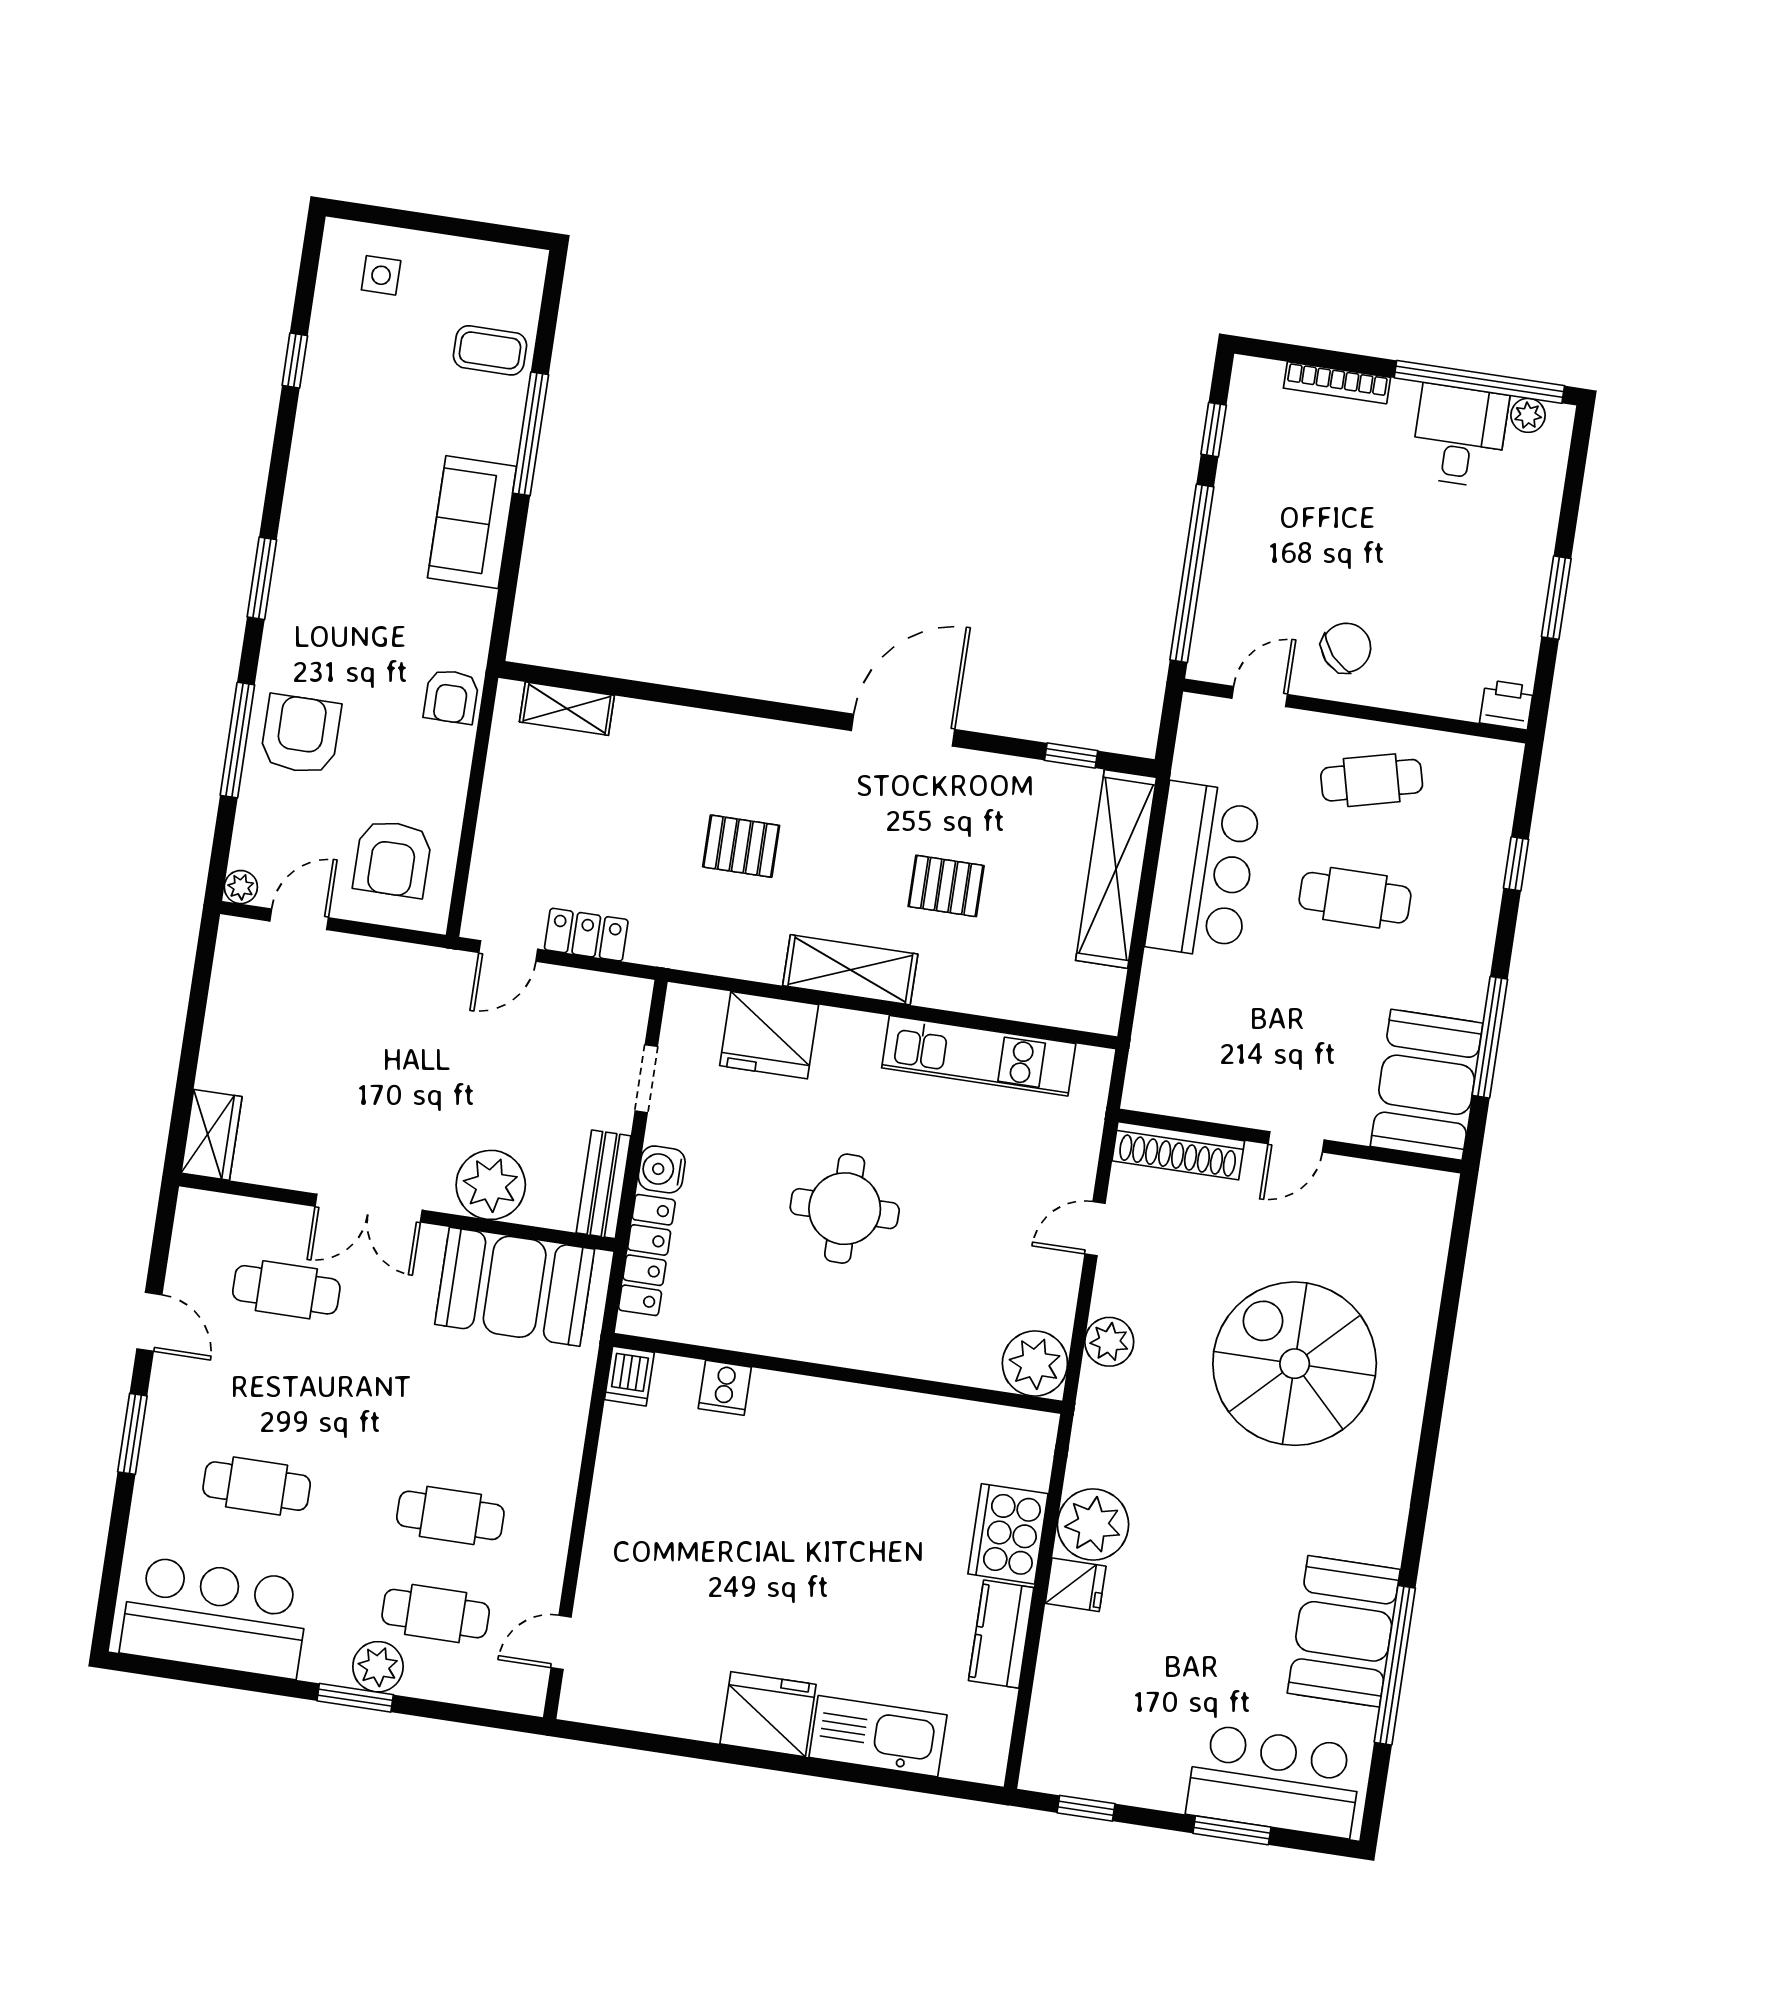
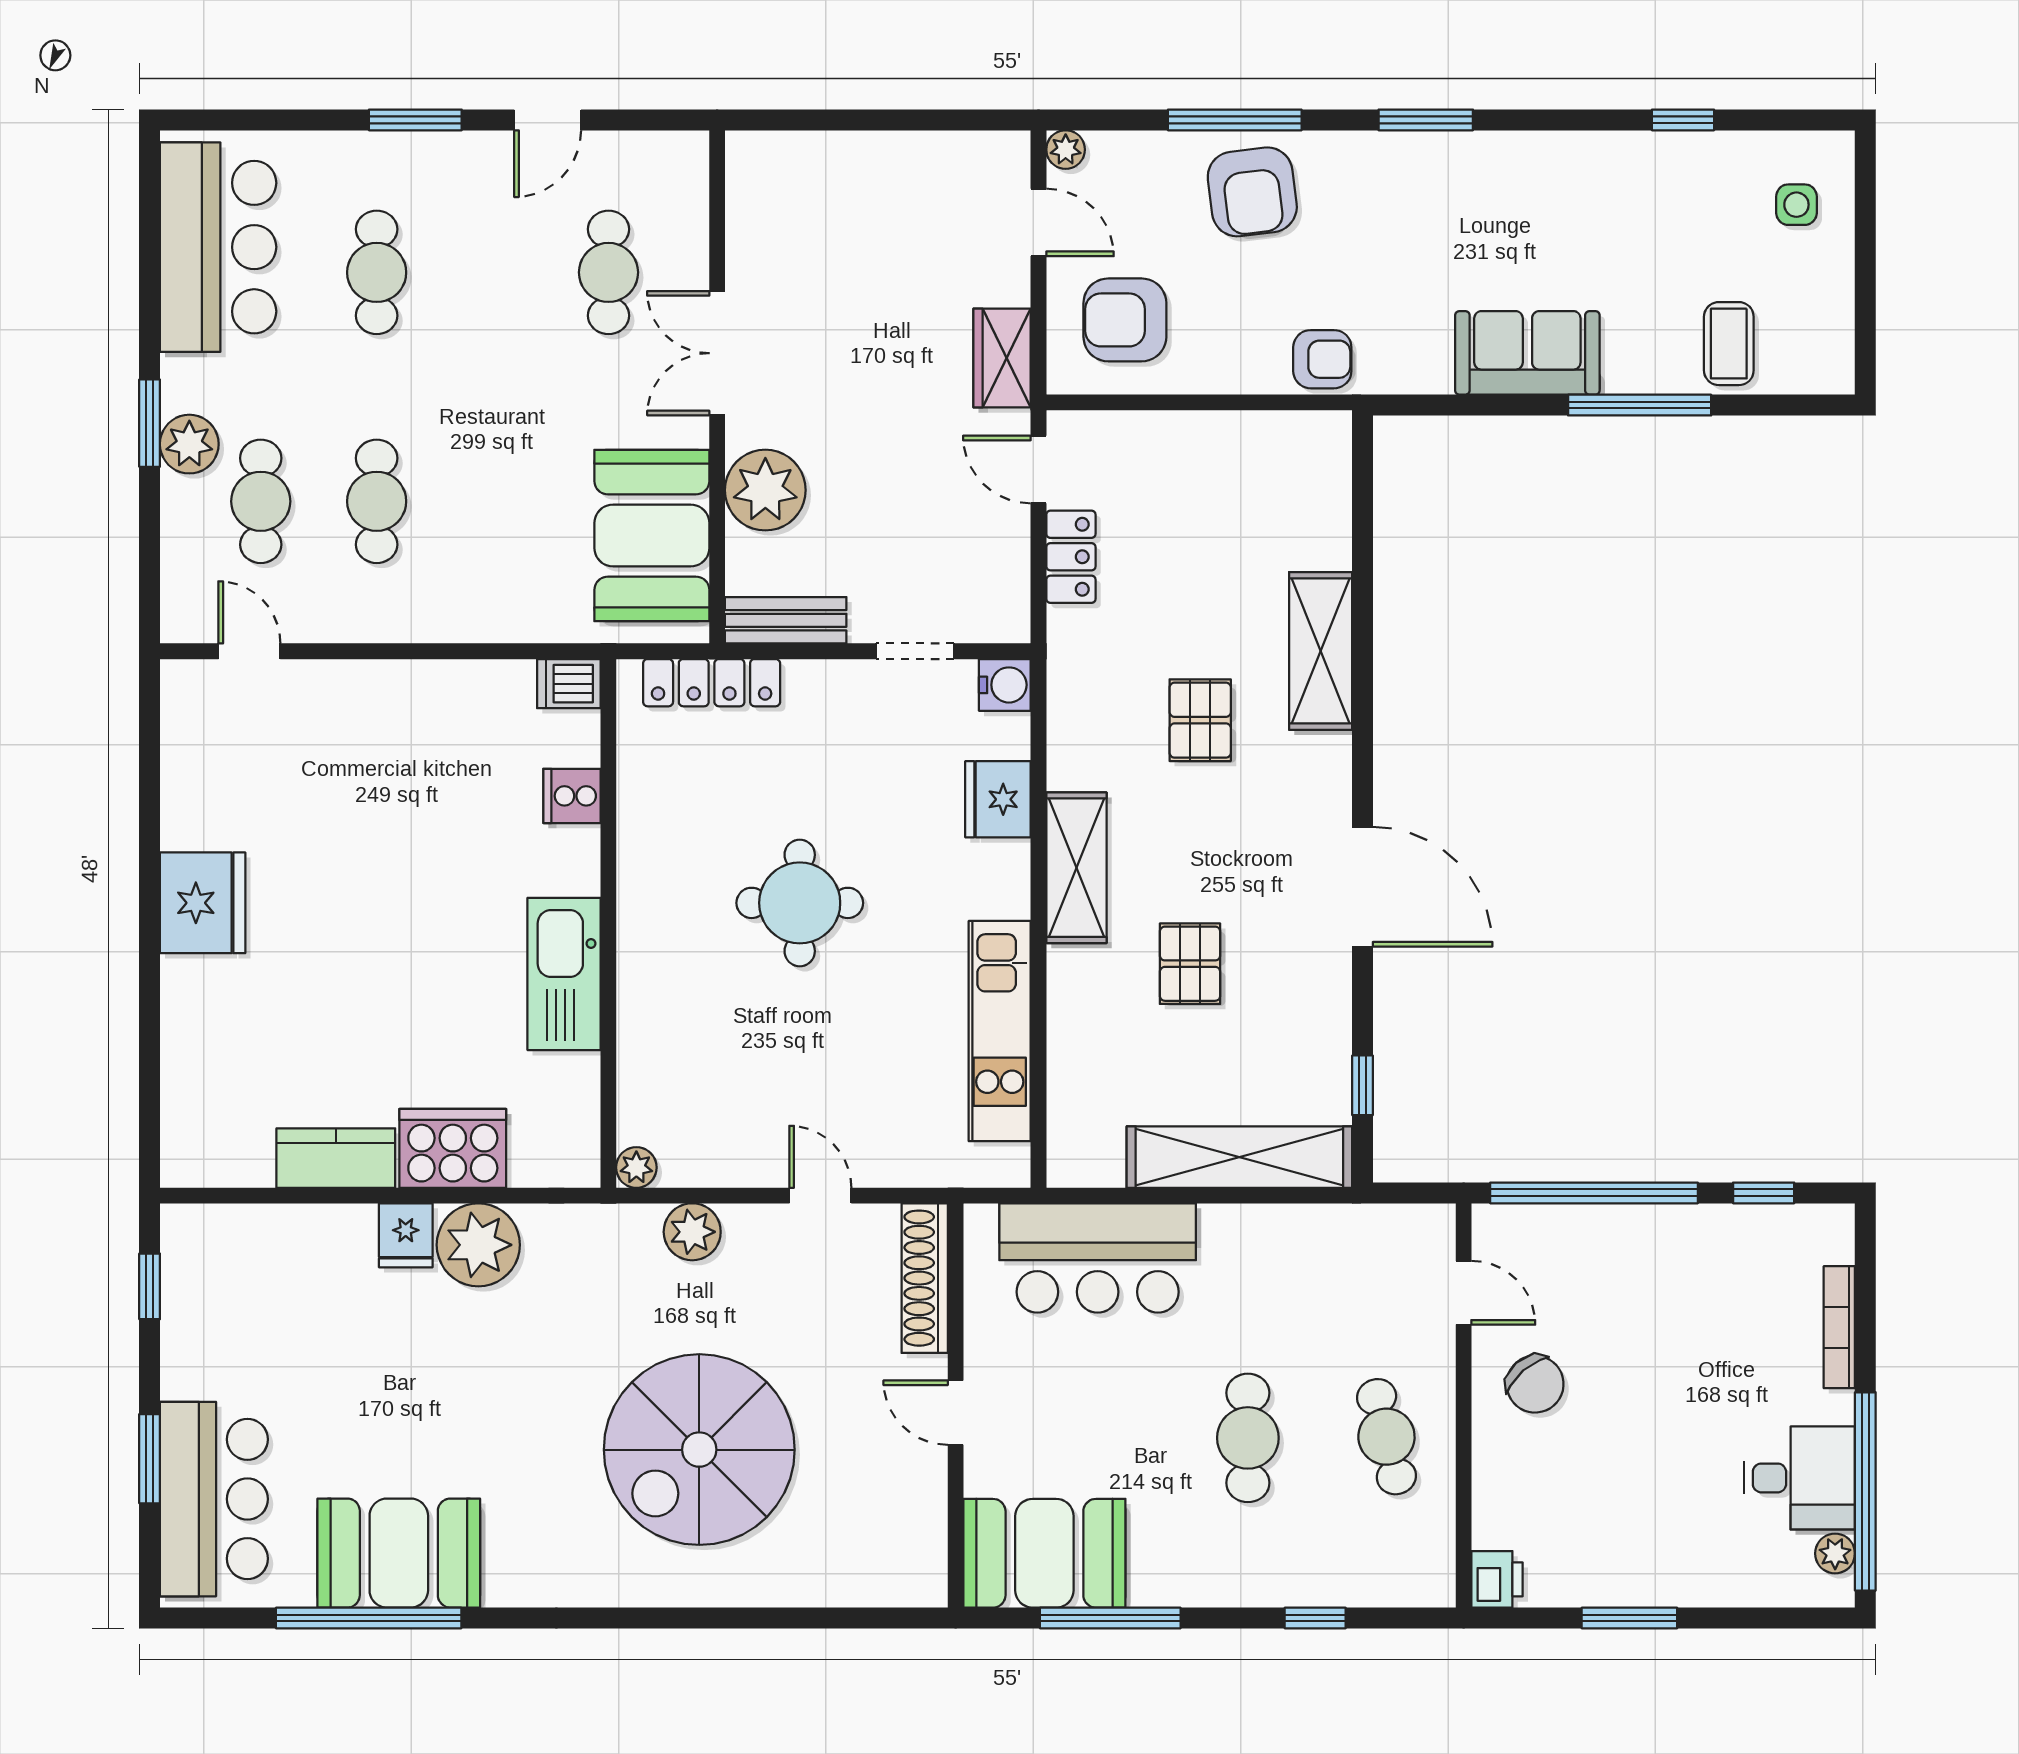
armchair: (451, 697) -> (1322, 359), turned 180
shelving: (567, 709) -> (1321, 651), moved, width x1.50, depth x1.33
armchair: (301, 734) -> (1252, 192), turned 83
bar counter: (1203, 870) -> (1098, 1258), moved
fridge: (769, 1035) -> (998, 799), width x0.73, depth x0.75
wardrobe: (211, 1135) -> (1002, 358), moved, turned 90
water cooler: (662, 1169) -> (1005, 685), moved, turned 90
plant: (1035, 1364) -> (636, 1167), width x0.53, depth x0.53
spiral stairs: (1295, 1364) -> (699, 1450), turned 180
kitchen sink: (878, 1736) -> (564, 974), moved, turned 180

